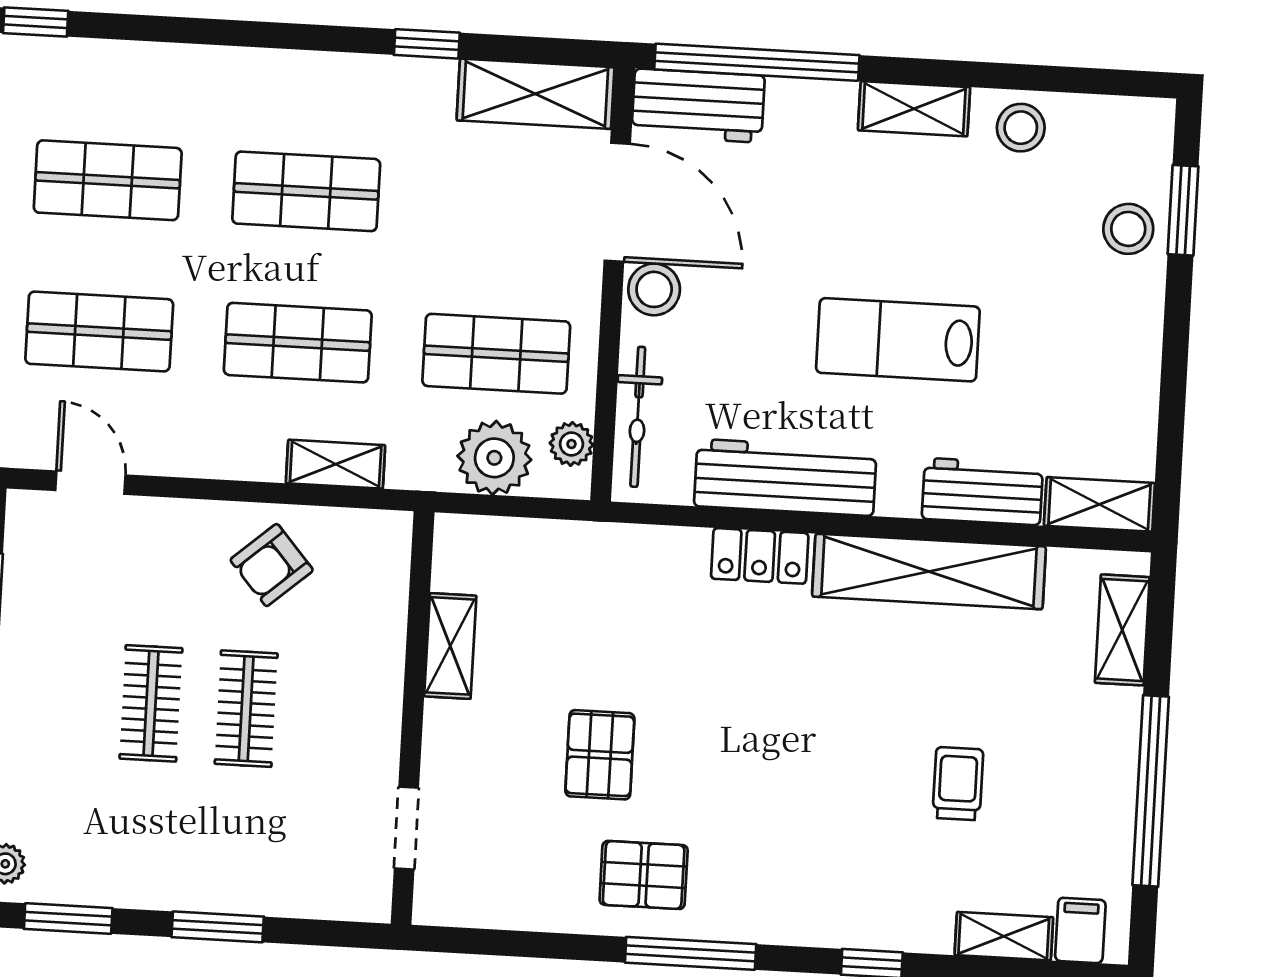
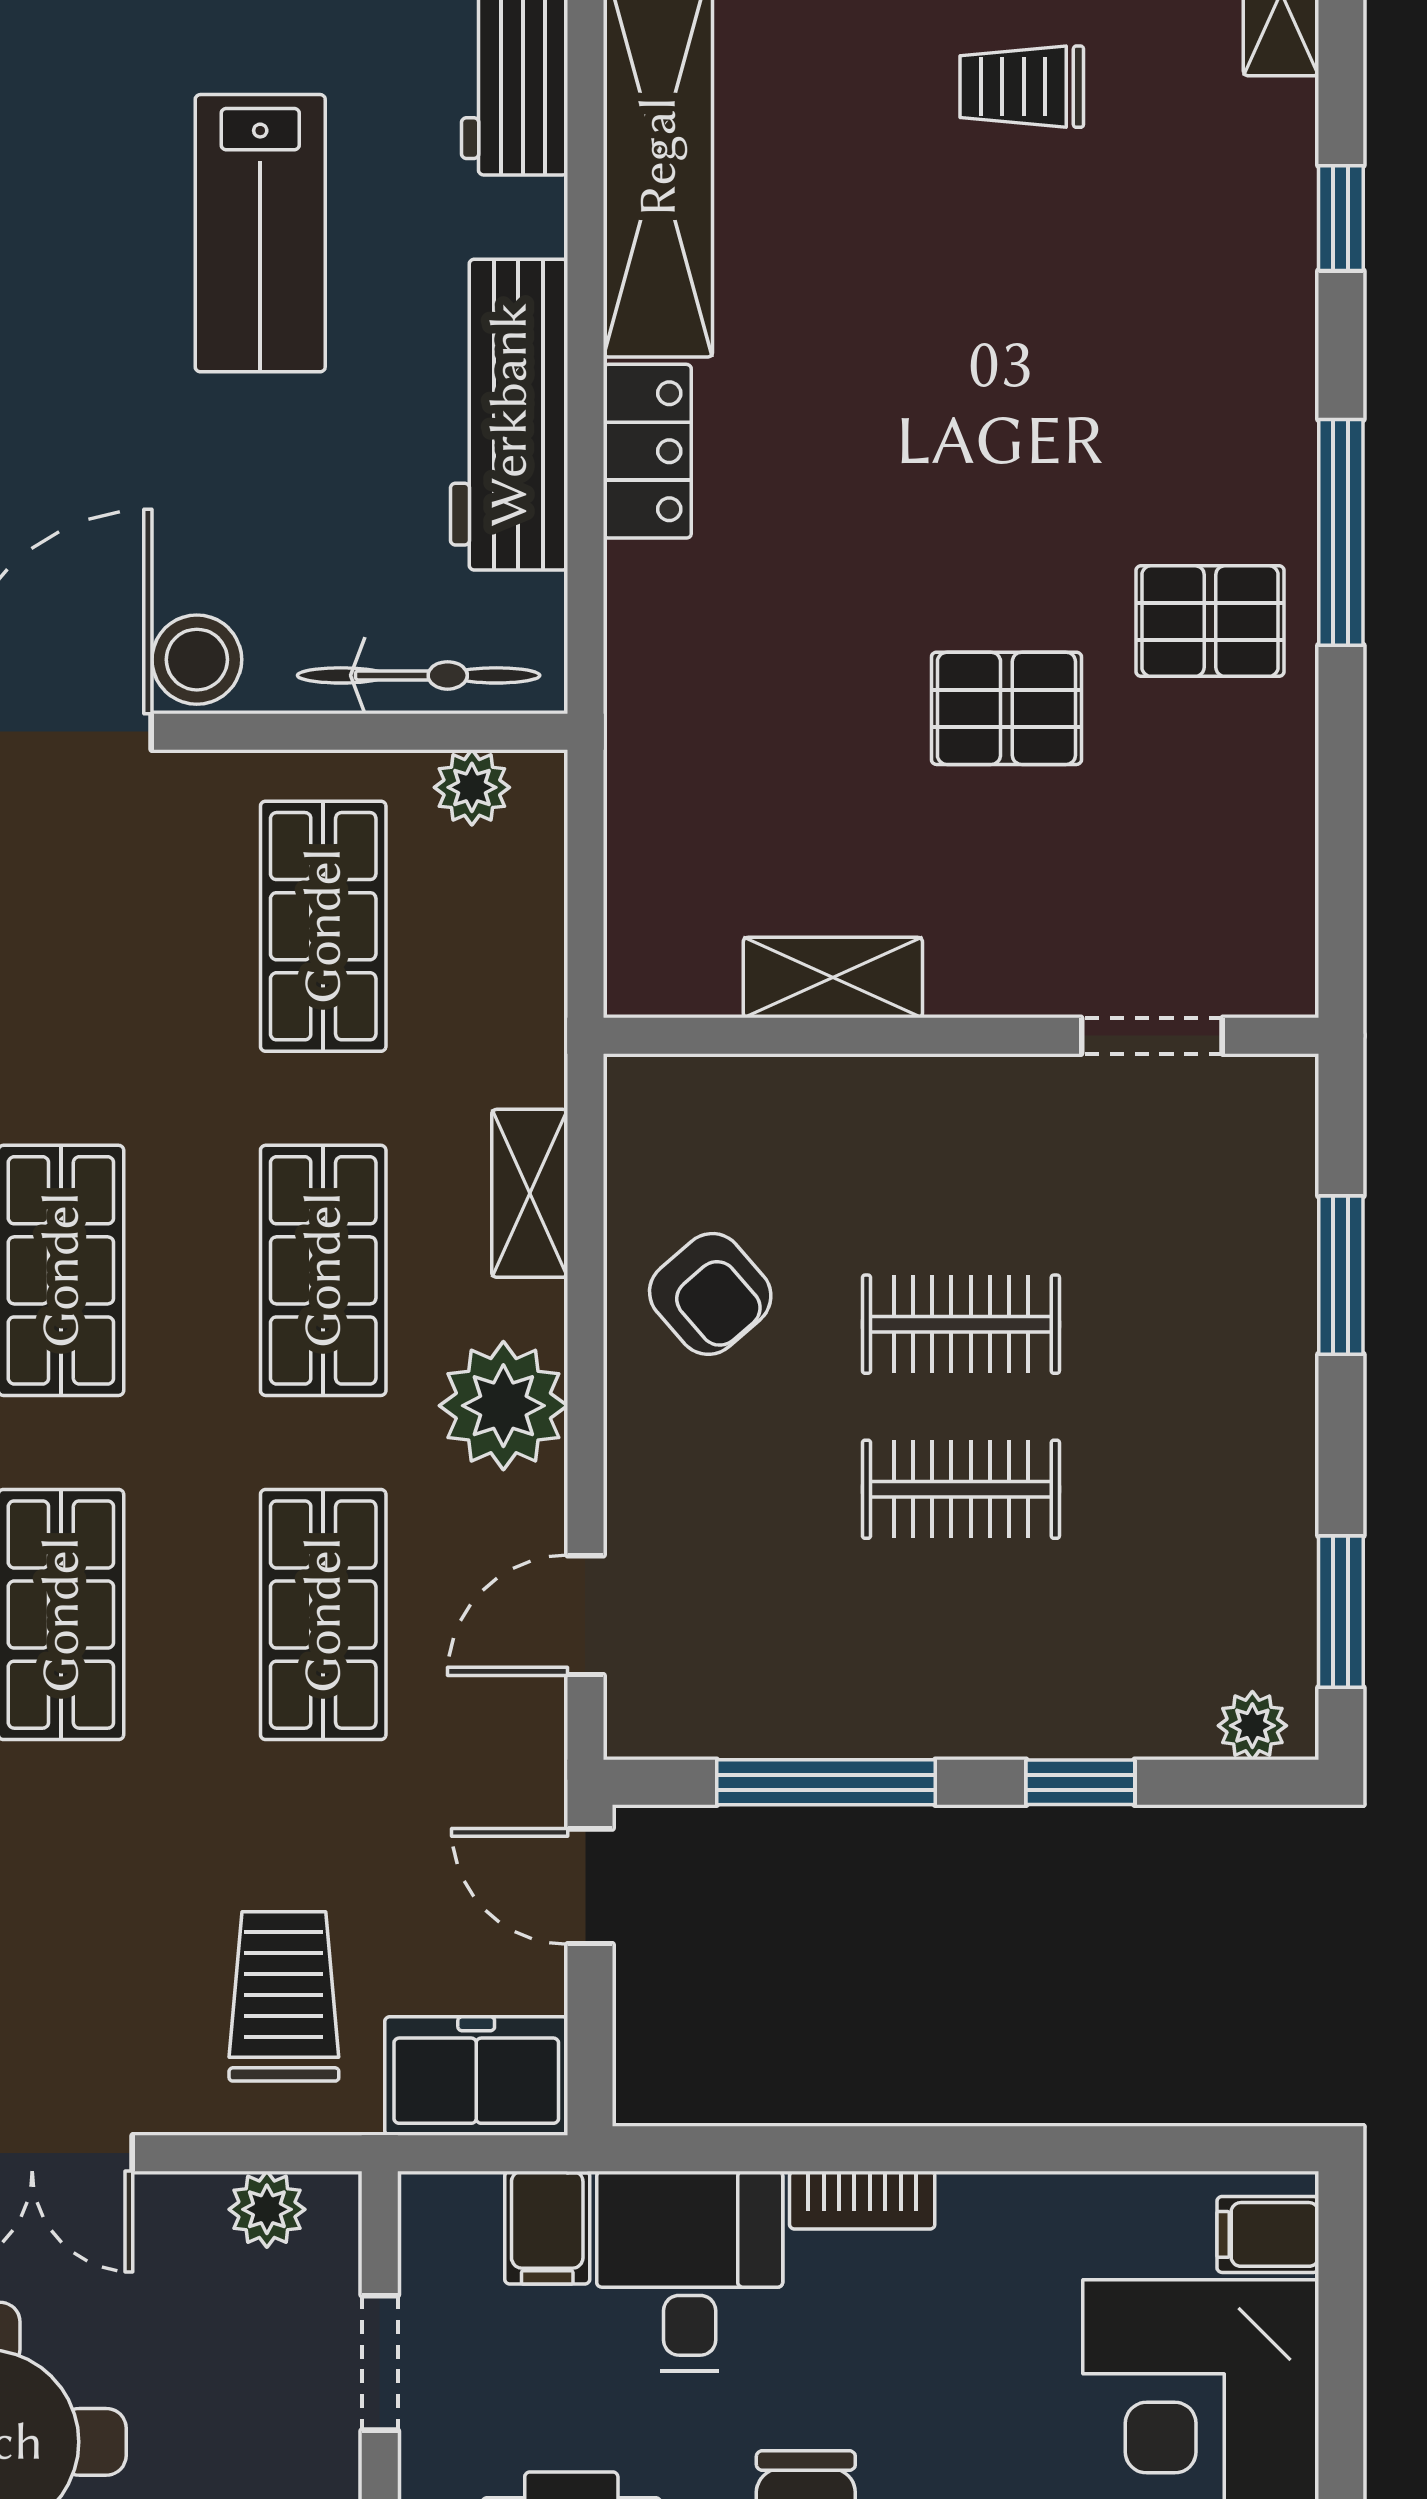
plant: (494, 458) -> (503, 1406), moved
pallet: (644, 875) -> (1210, 621), turned 90
window: (218, 927) -> (1341, 1275), moved

